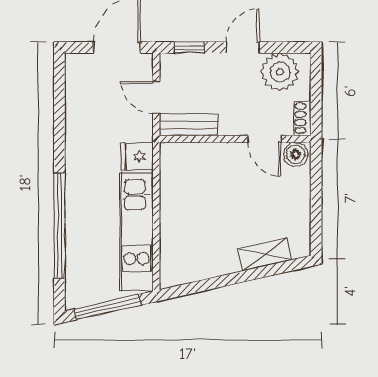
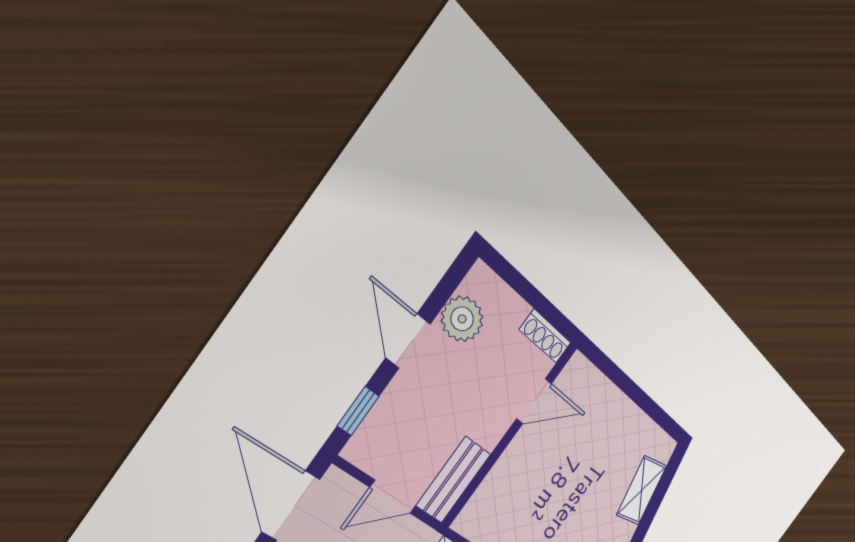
plant: (280, 72) -> (462, 319), width x0.73, depth x0.73
boiler: (296, 154) -> (576, 378), removed

